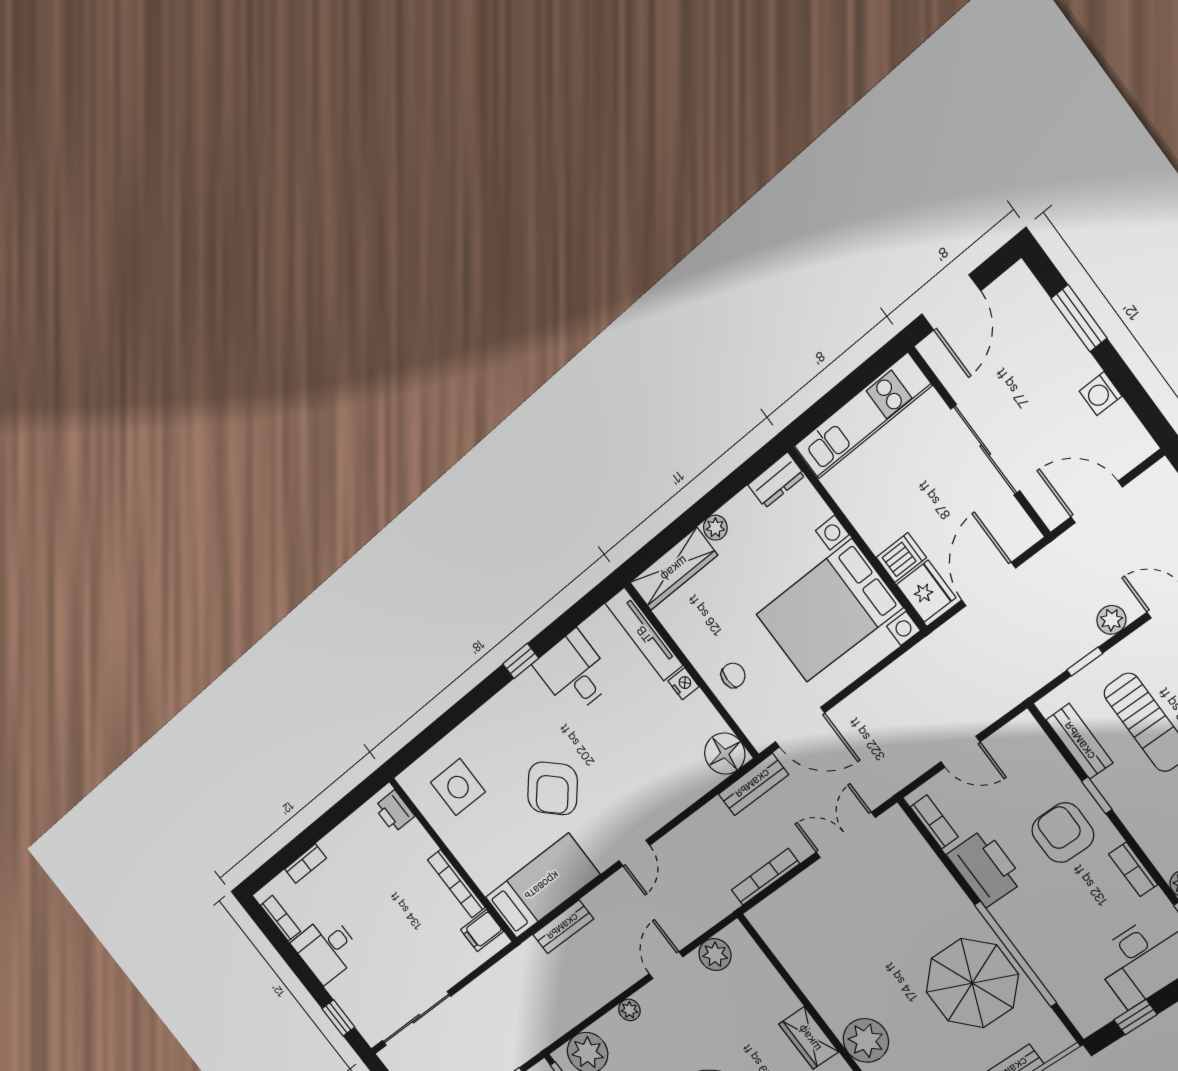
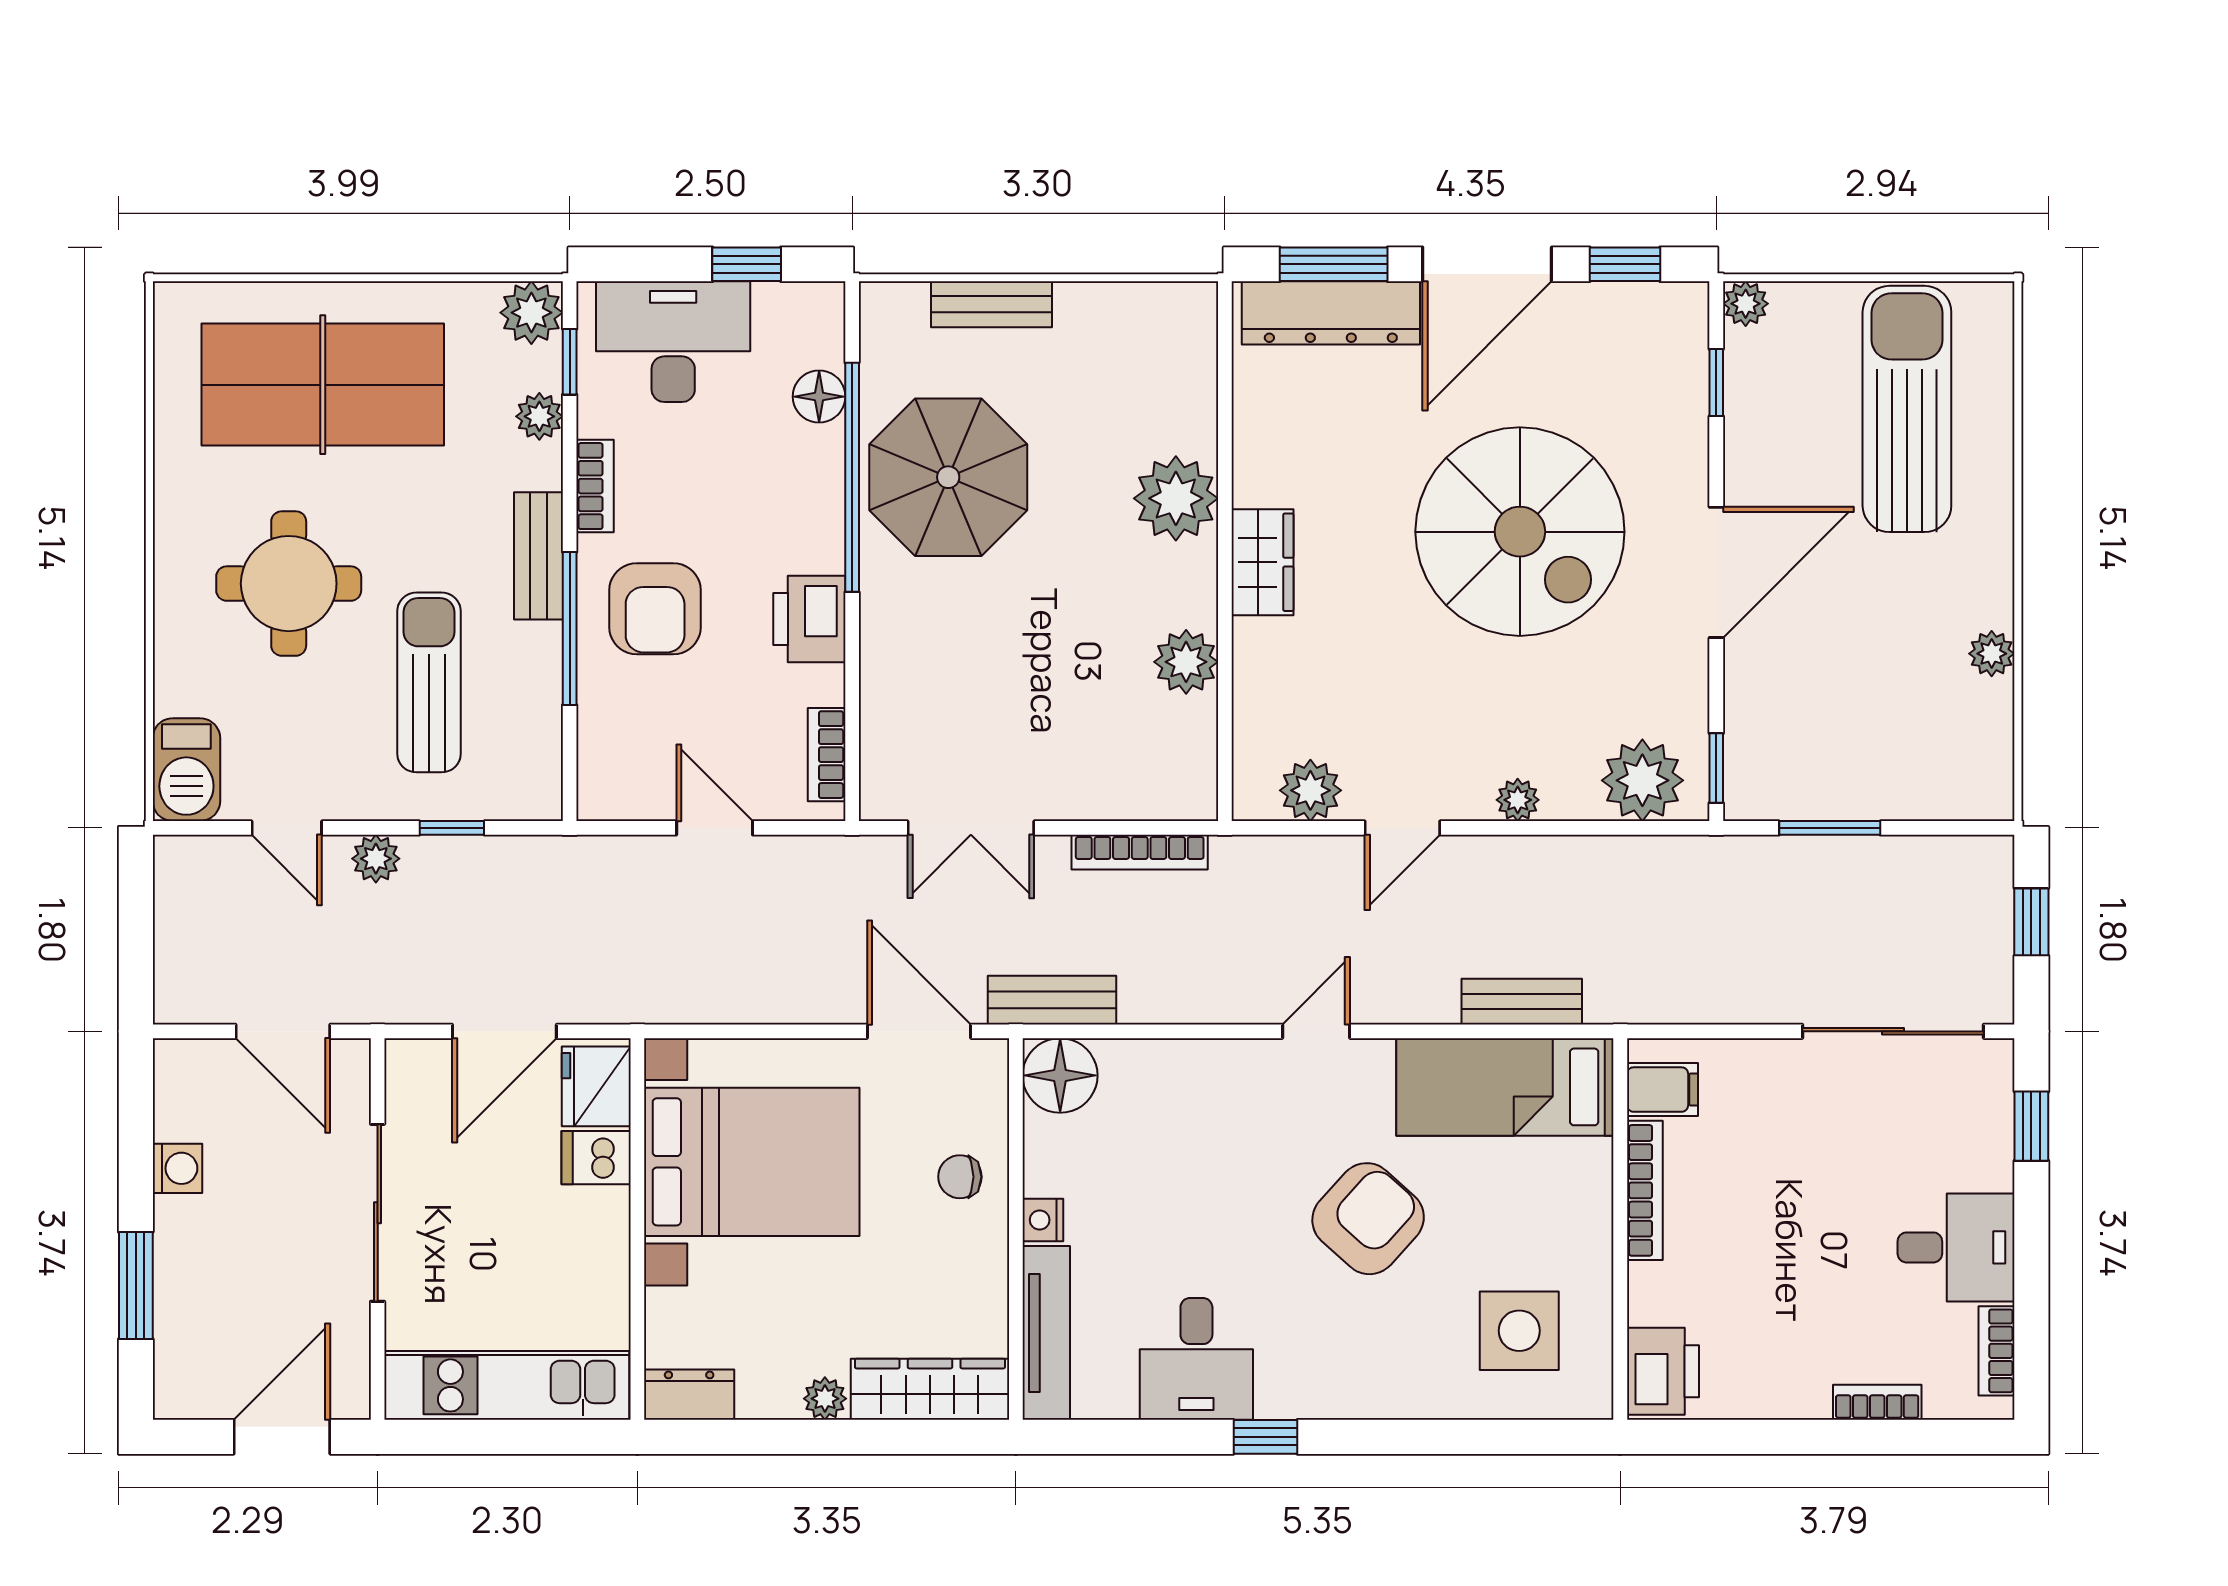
bench: (1079, 741) -> (539, 556), moved
window: (1097, 795) -> (570, 628), width x2.17
printer: (394, 811) -> (1663, 1371), width x1.36, depth x1.24
printer: (985, 868) -> (809, 619), width x0.73, depth x0.84
plant: (808, 973) -> (1186, 662), added
floor lamp: (1058, 980) -> (819, 397), added

